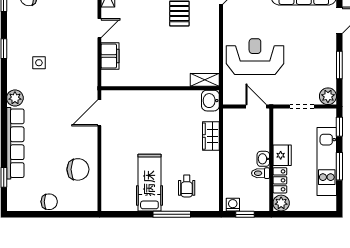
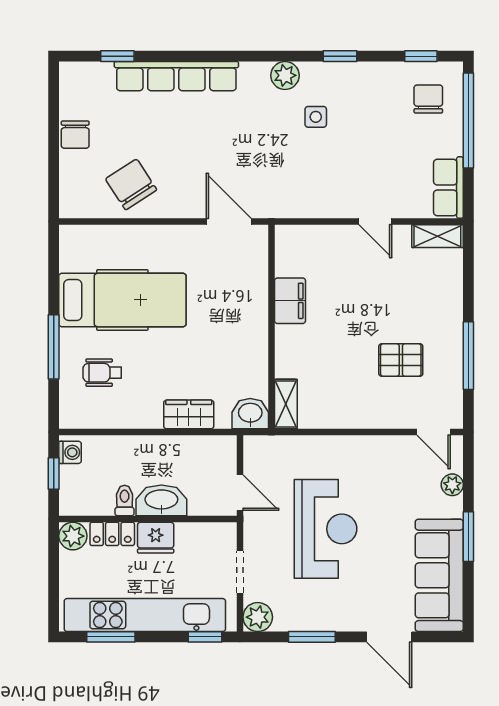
filing cabinet: (110, 56) -> (290, 301), moved, turned -90
reception desk: (255, 57) -> (326, 529), moved
plant: (15, 98) -> (285, 75), moved
door: (256, 106) -> (240, 493), hinge flipped
washbasin: (263, 159) -> (161, 500), width x1.91, depth x1.45
kitchen unit: (327, 161) -> (145, 615), width x1.36
window: (339, 166) -> (111, 637), moved
chair: (78, 169) -> (131, 184), turned 147
hospital bed: (149, 183) -> (122, 300), width x1.37, depth x1.29

